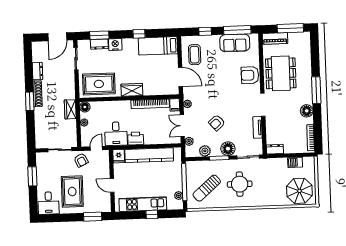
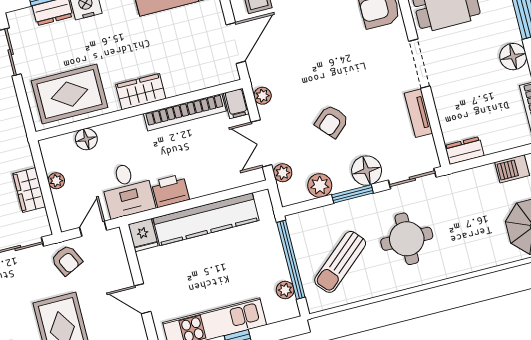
door: (180, 77) -> (236, 43), hinge flipped
floor lamp: (85, 107) -> (86, 139), moved
wardrobe: (70, 109) -> (29, 190), moved

